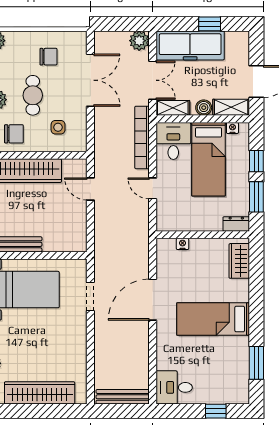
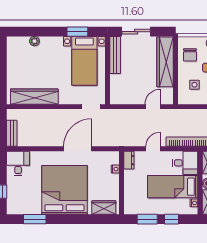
dresser: (236, 224) -> (129, 160), moved
doorway: (90, 297) -> (91, 107), moved
door: (153, 300) -> (78, 149), hinge flipped
bed: (213, 319) -> (64, 190), width x2.04
wardrobe: (40, 393) -> (34, 97), moved, turned -90
bench: (123, 397) -> (12, 133), width x0.73

